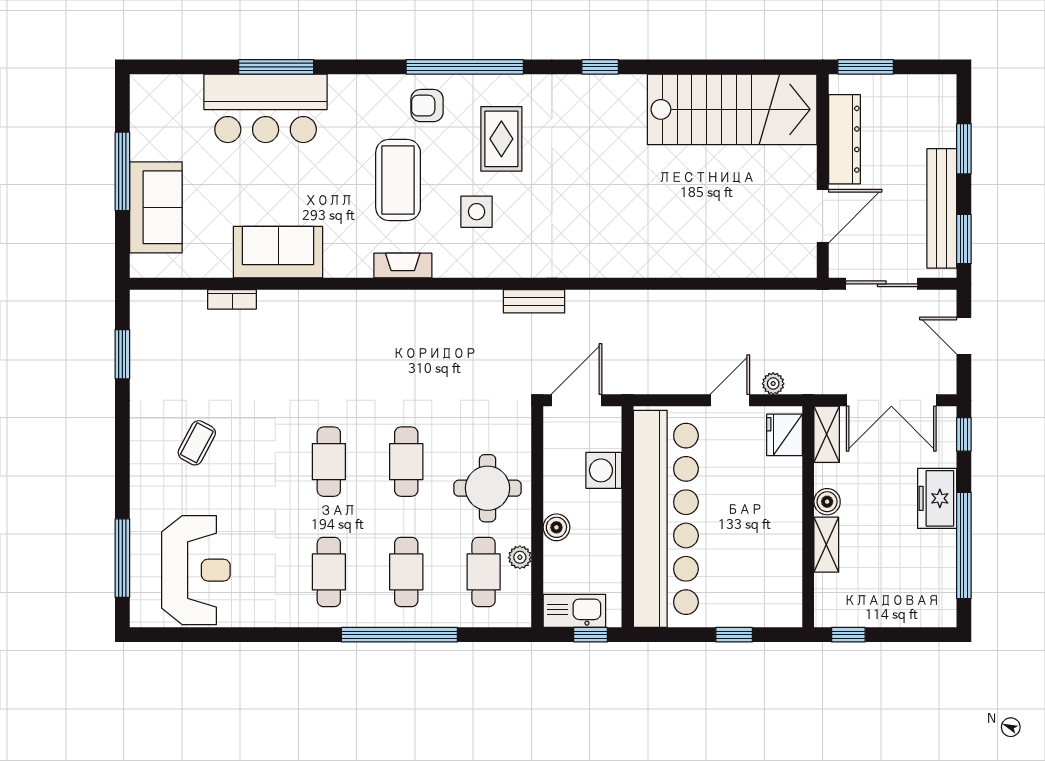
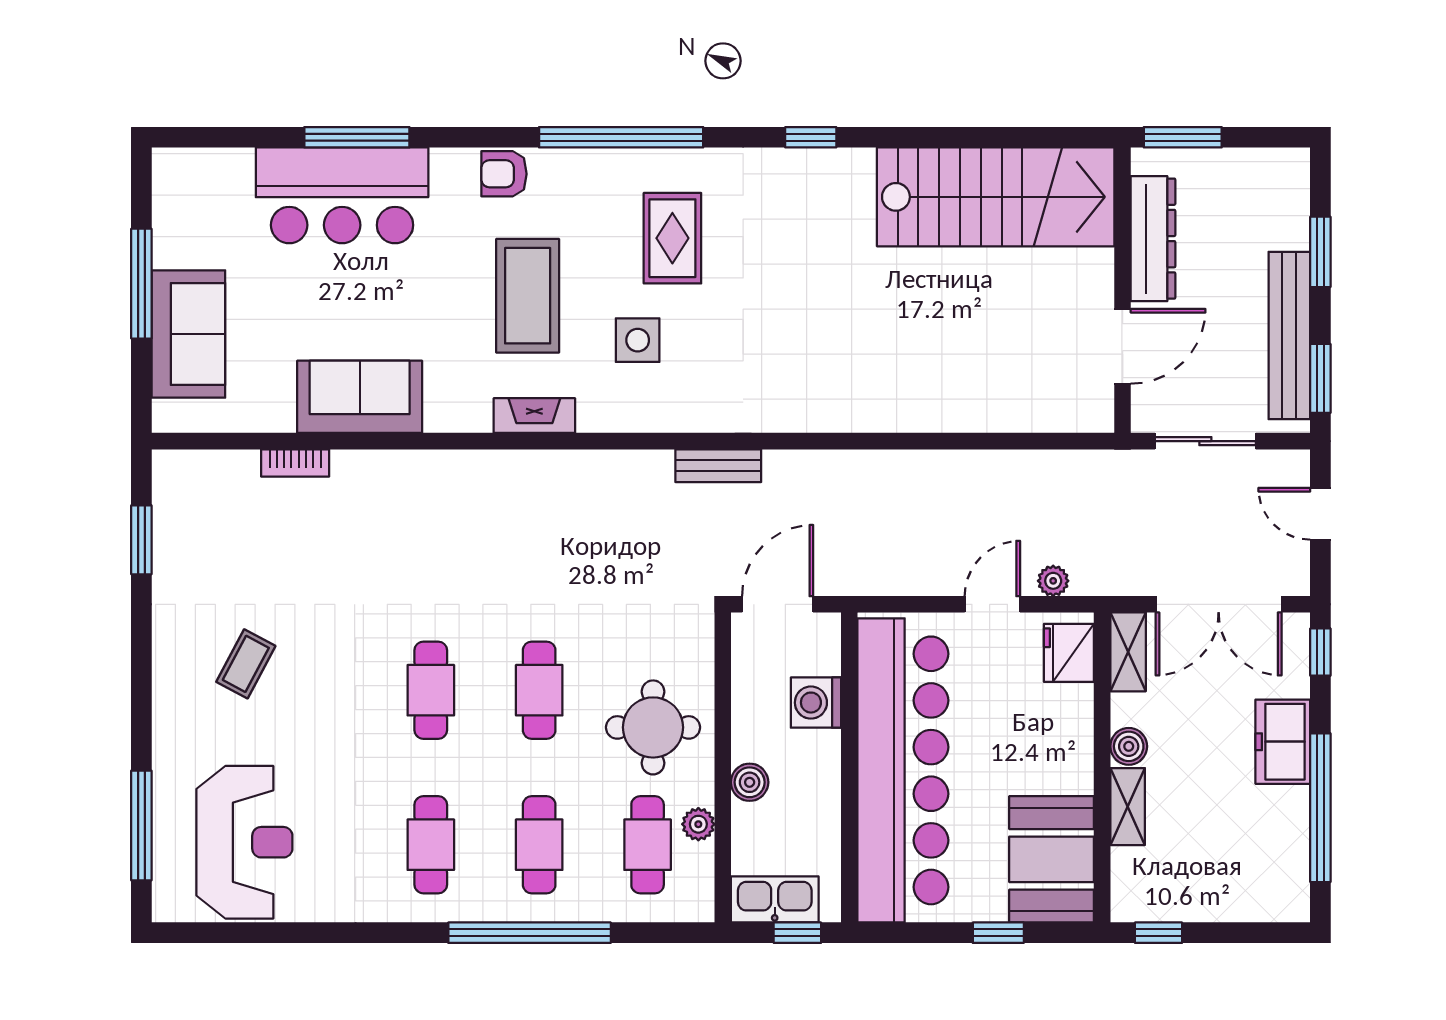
armchair: (427, 106) -> (504, 174), moved
booth: (772, 582) -> (1052, 859), added

